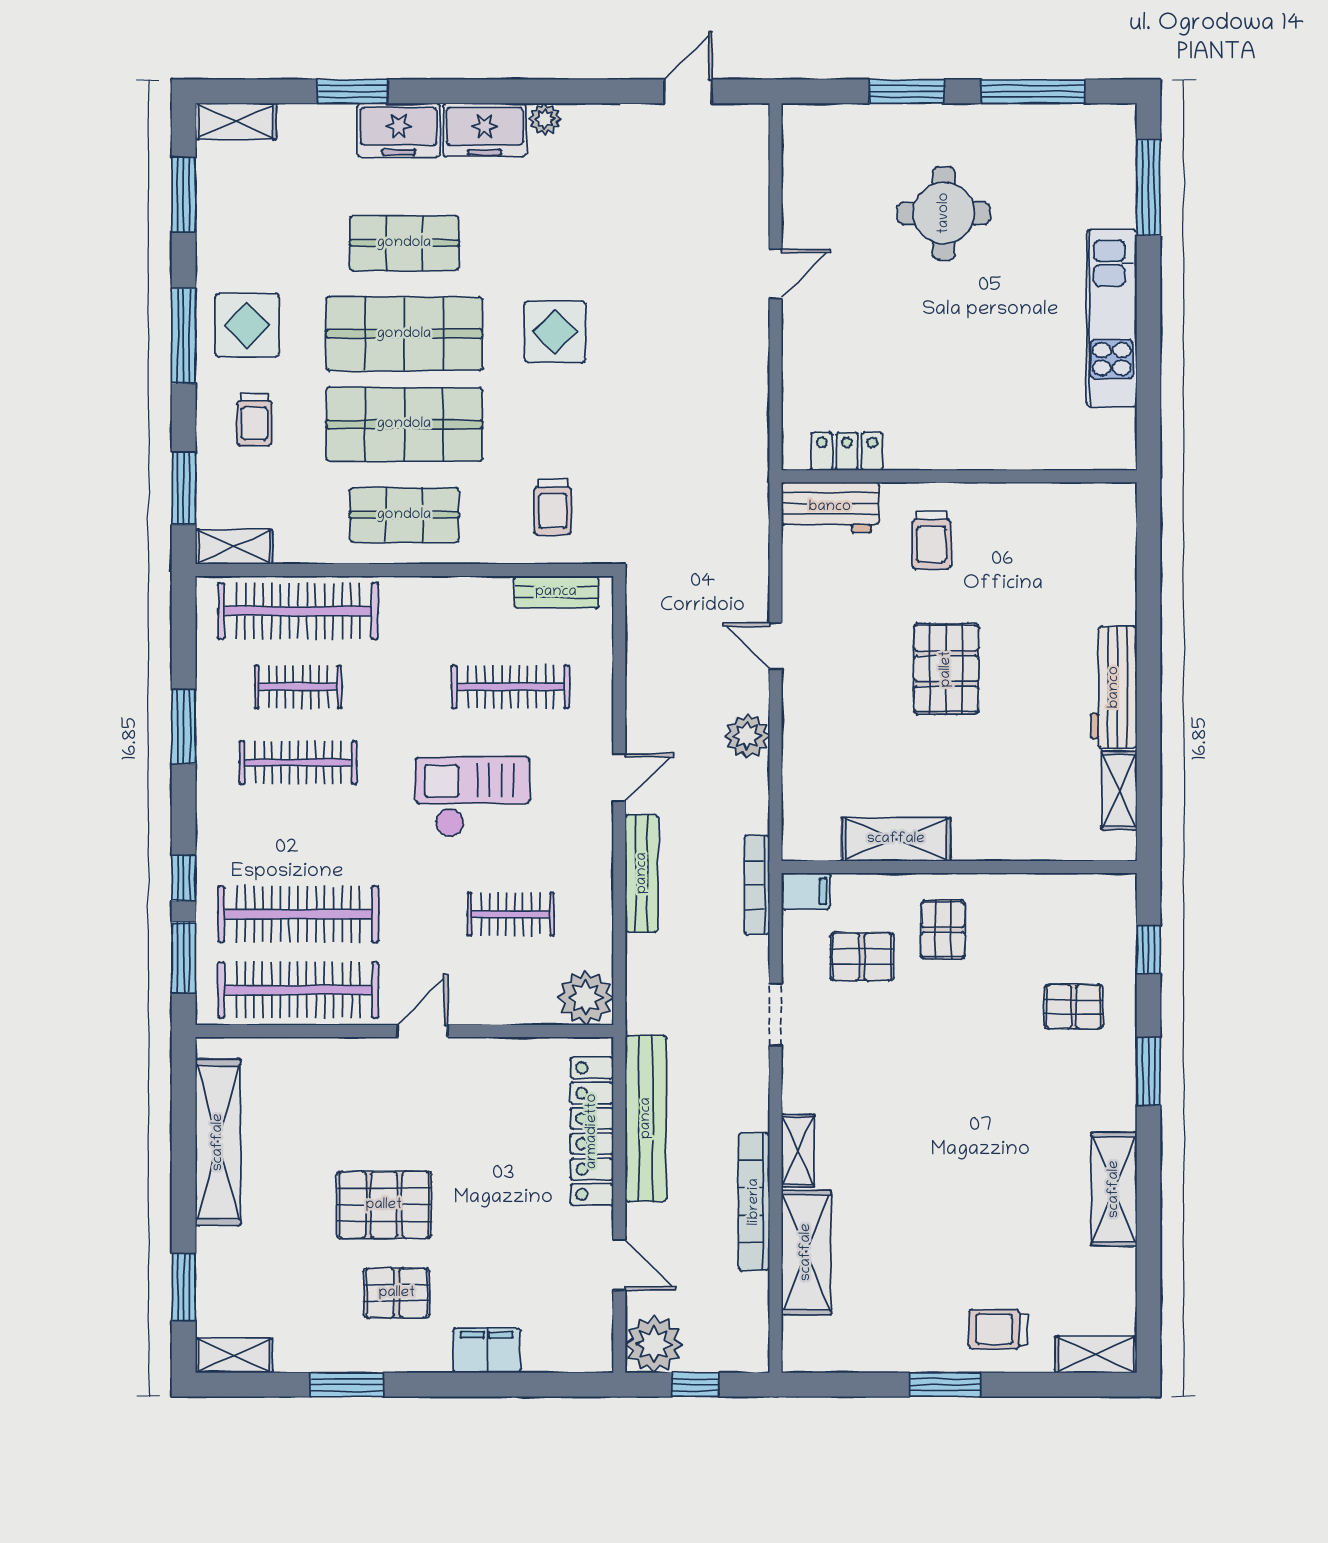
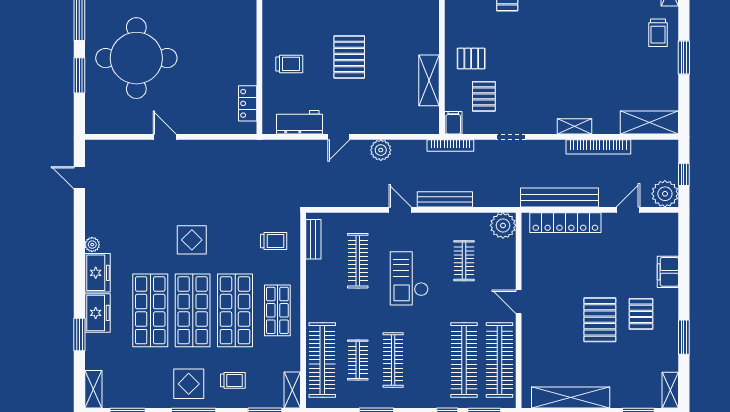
round table: (944, 213) -> (136, 58), width x1.86, depth x1.86
shop shelf: (404, 243) -> (150, 310), width x1.43, depth x1.36
workbench: (830, 507) -> (300, 122), moved, turned -90
pallet: (946, 669) -> (349, 57), turned 90
shelving: (806, 1252) -> (649, 122), moved

